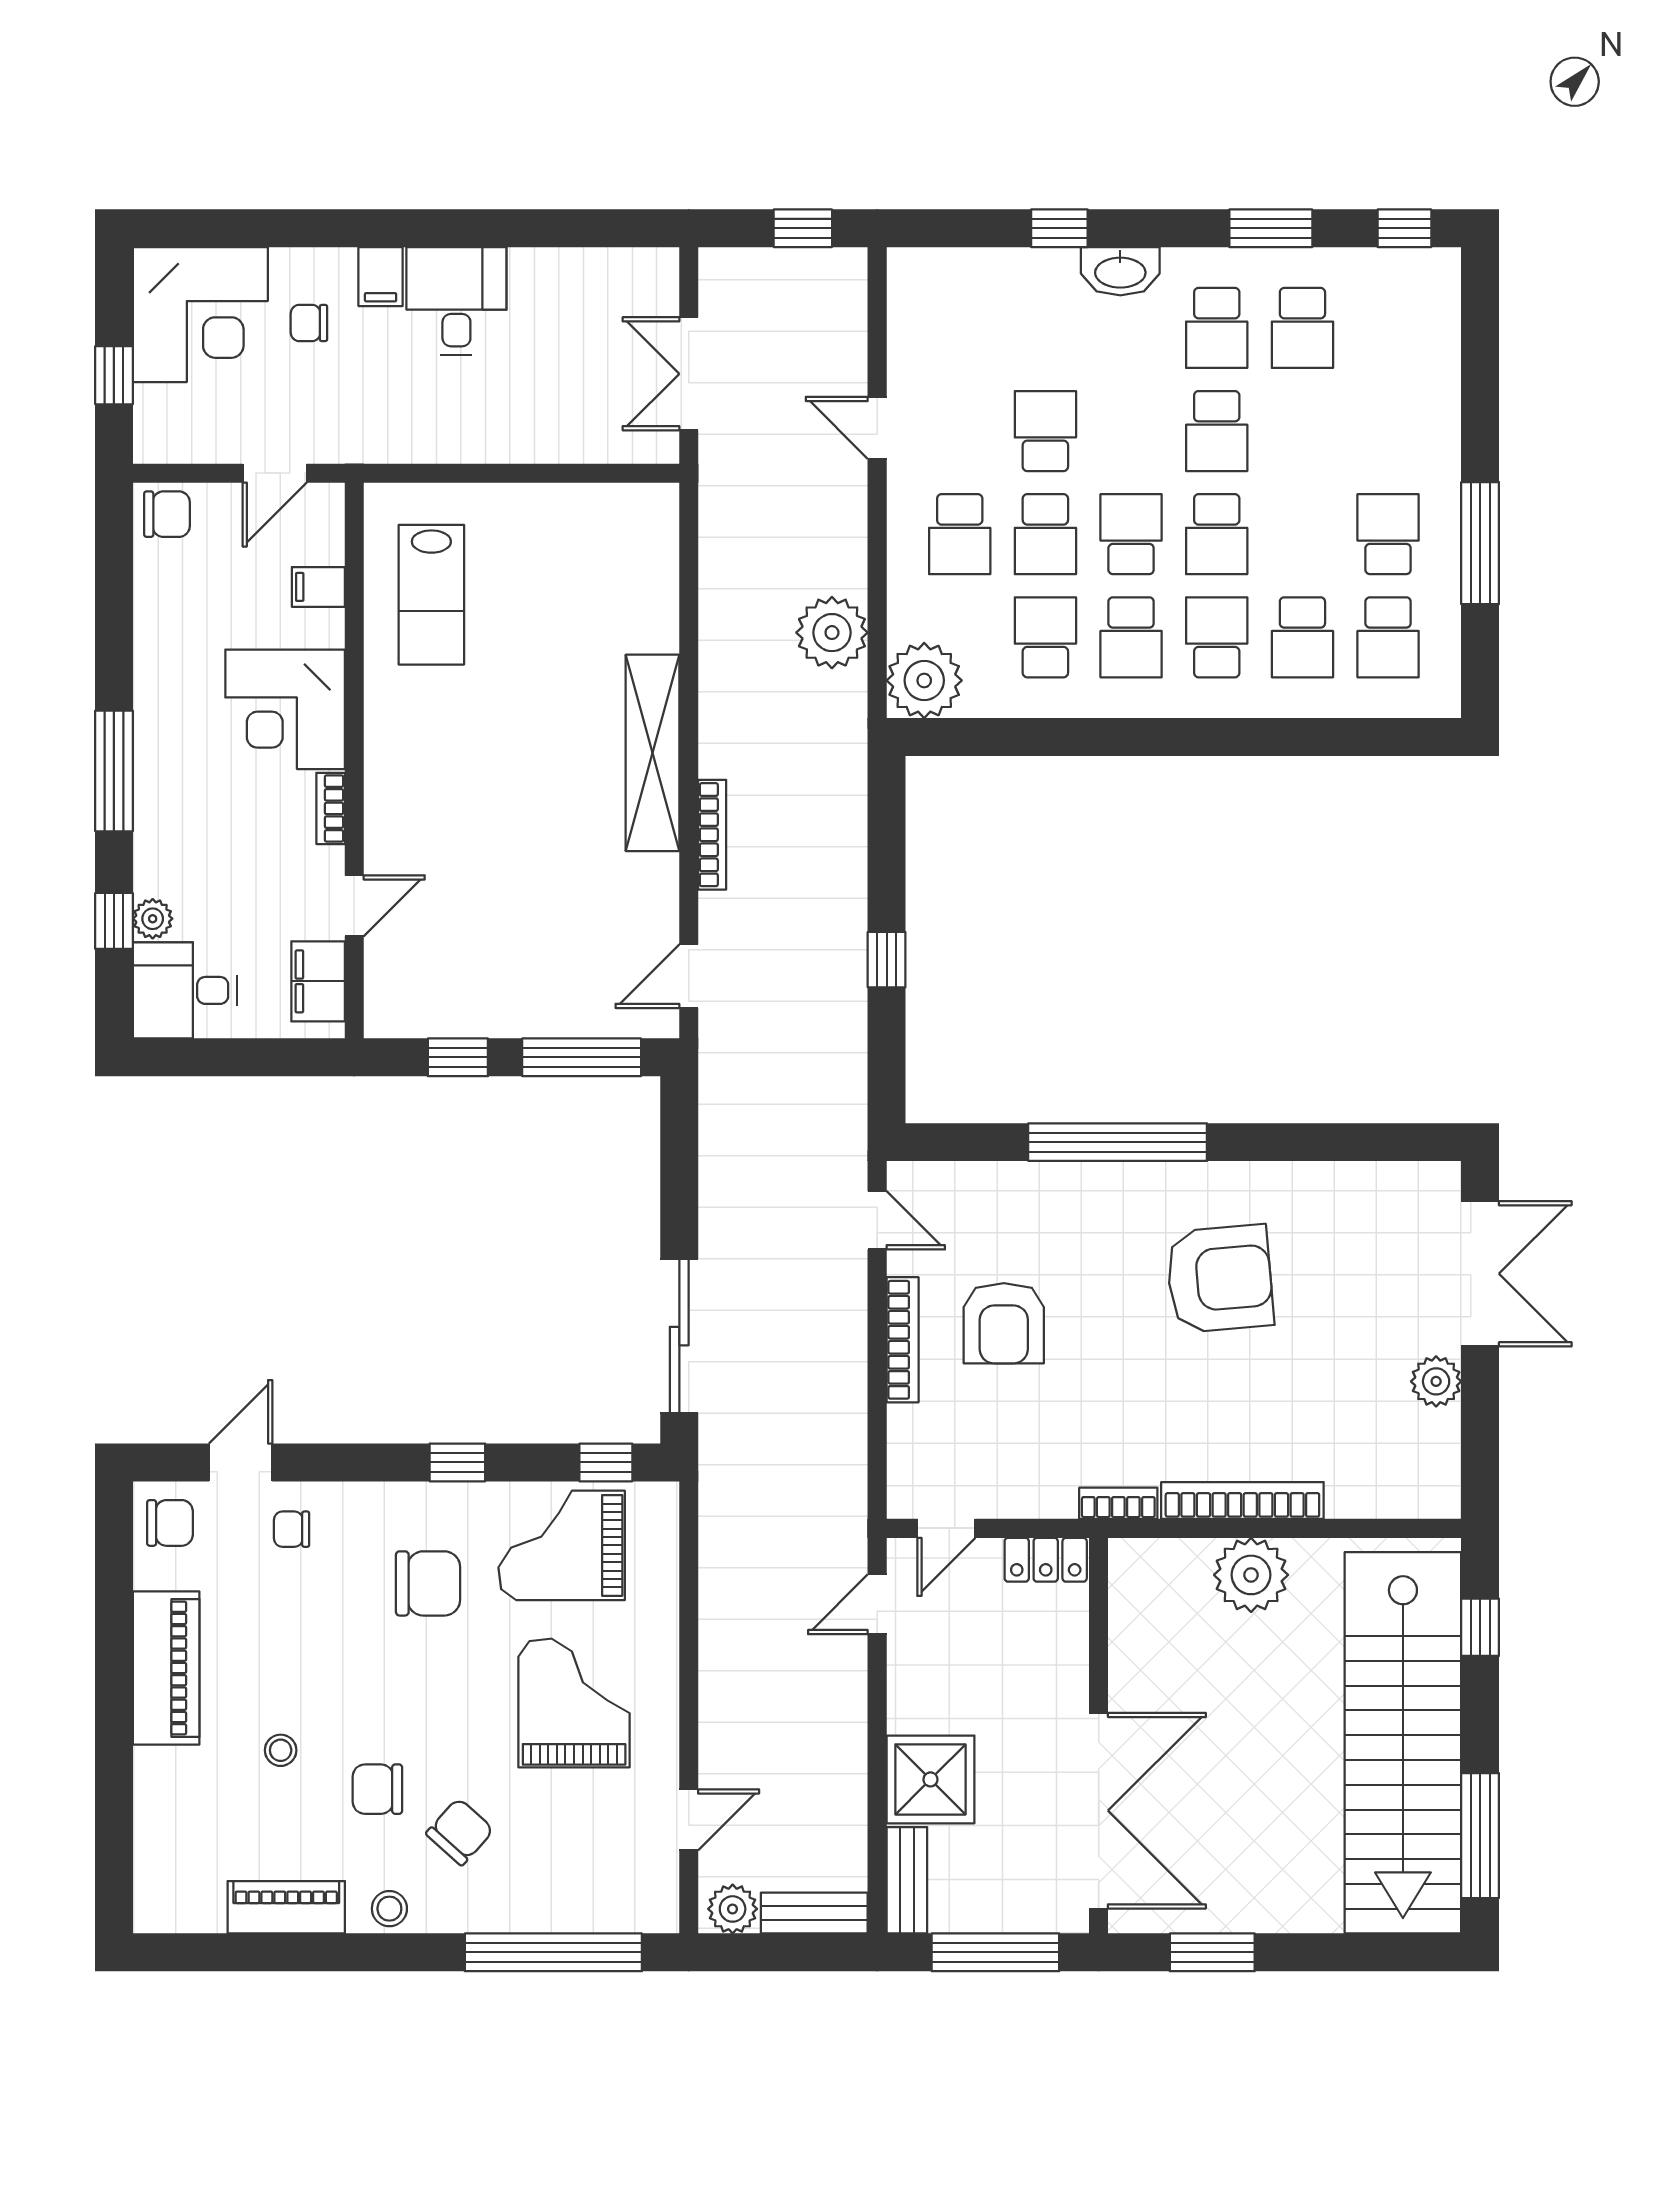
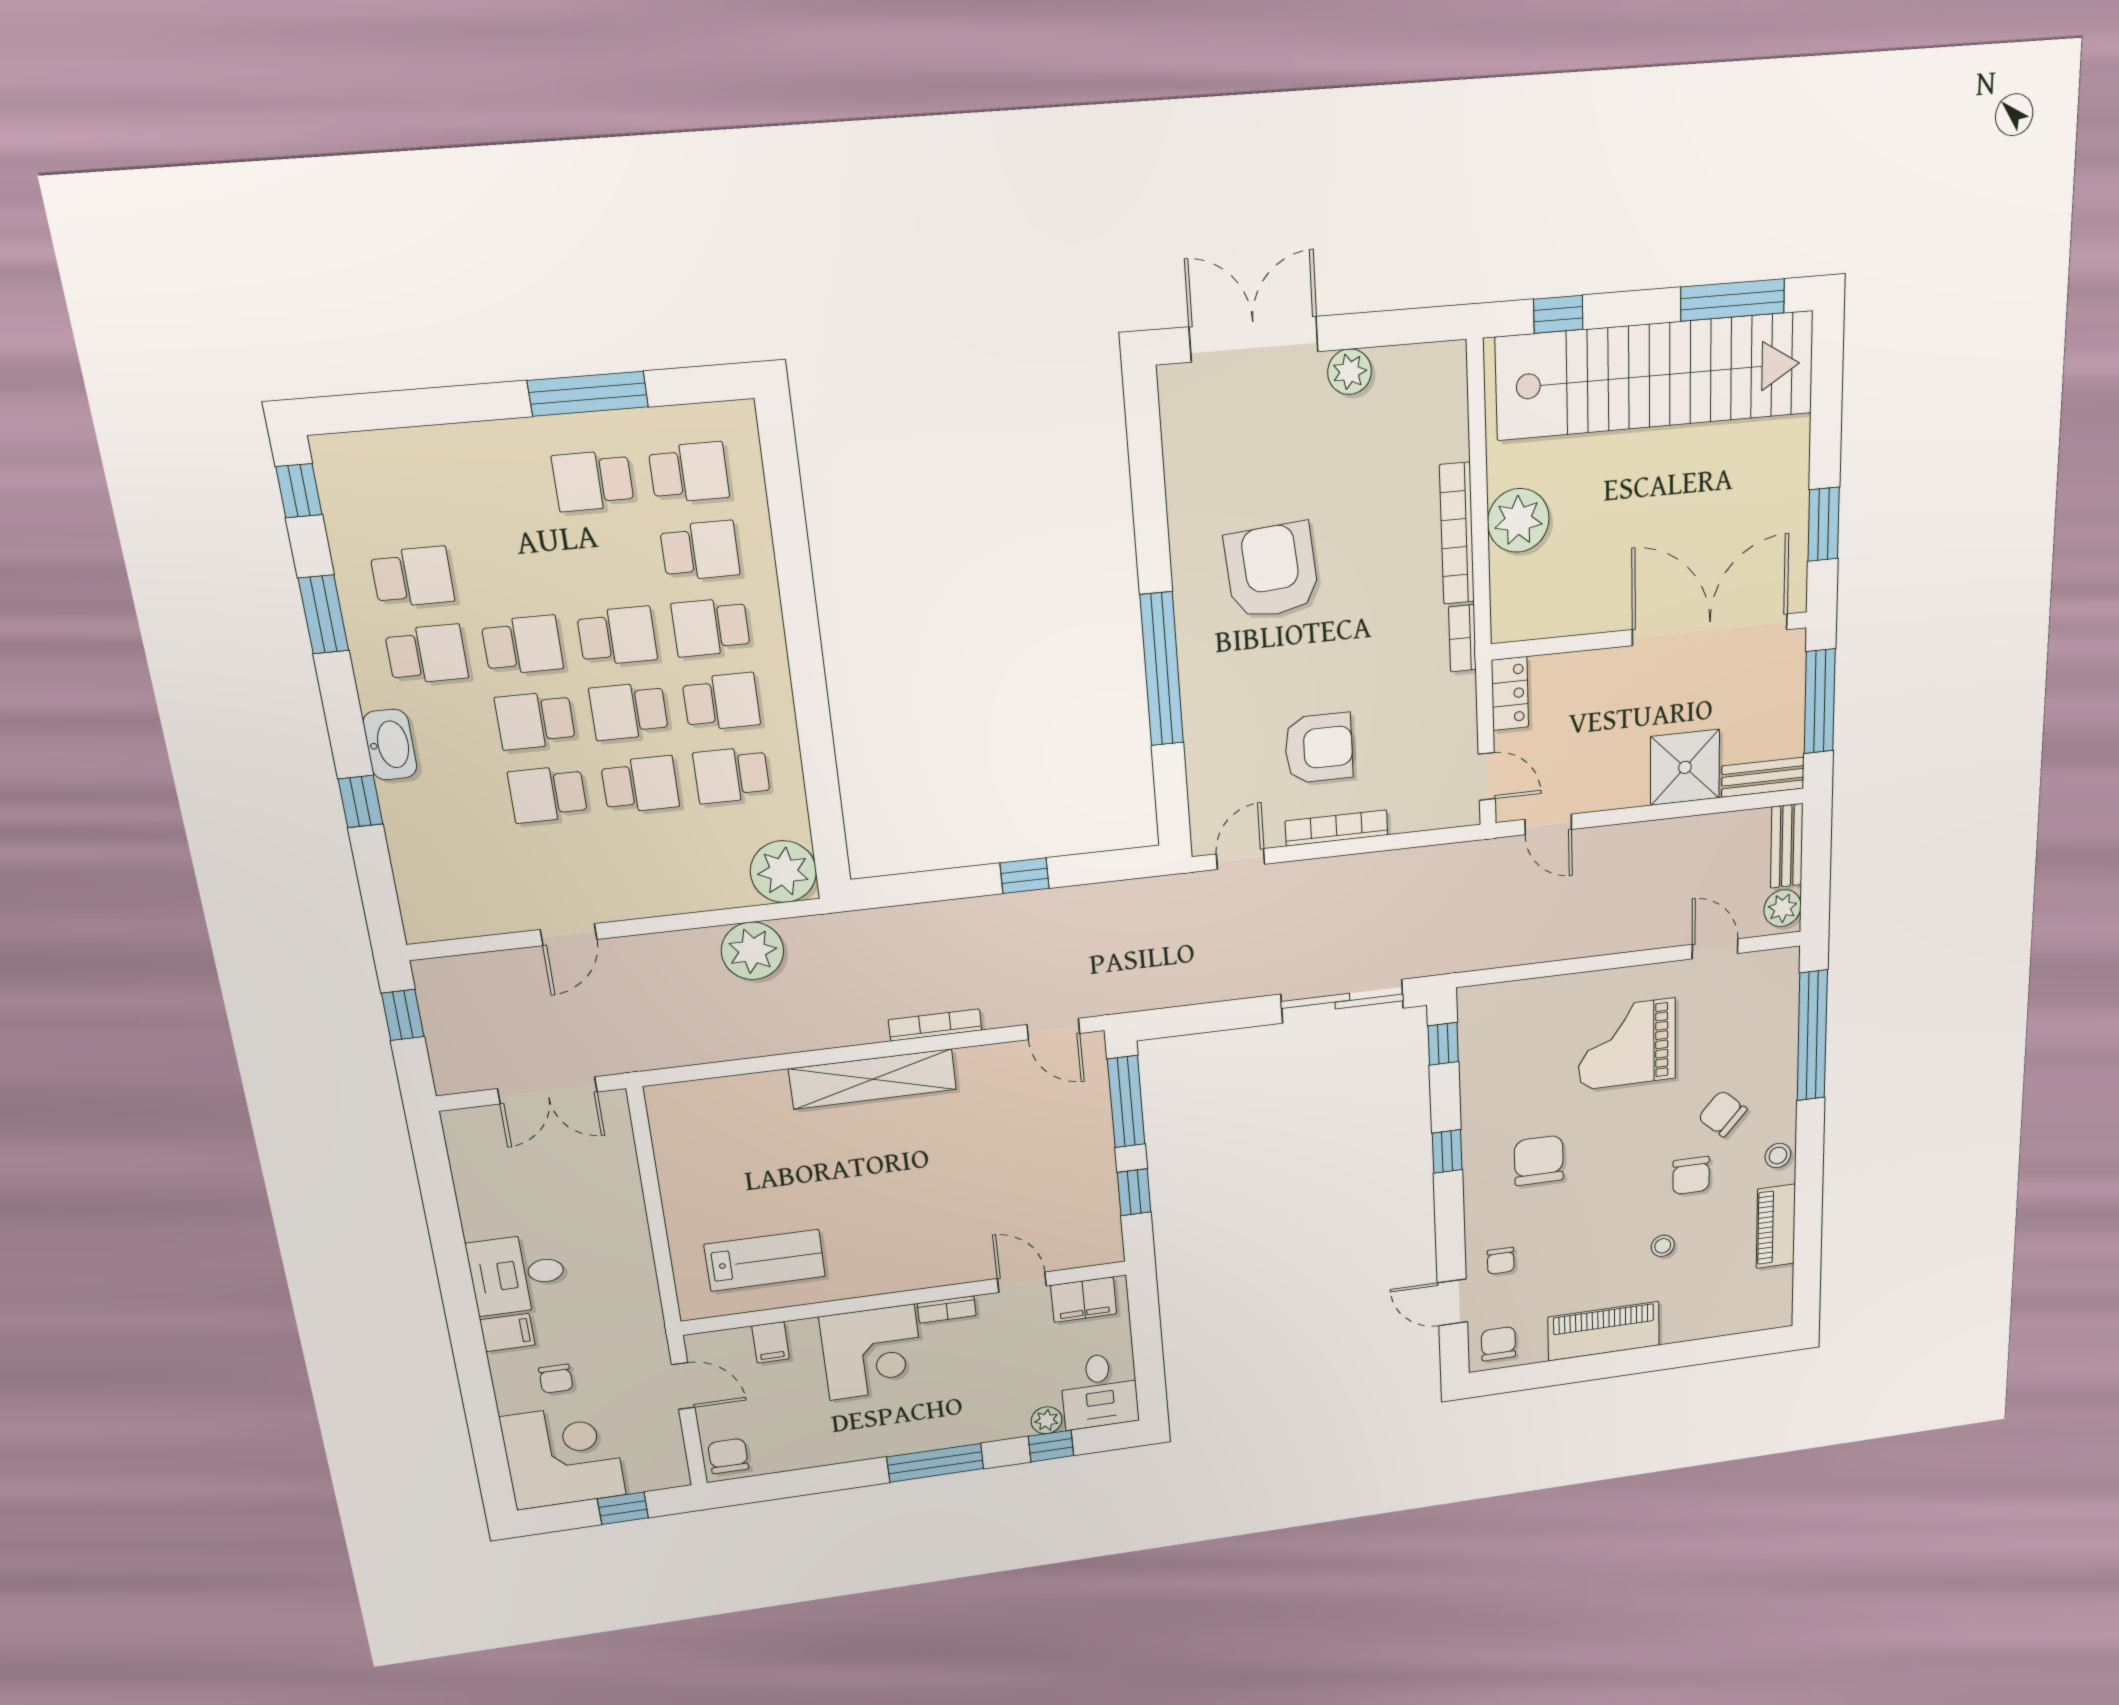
school desk: (960, 534) -> (535, 720), moved, turned 180
grand piano: (562, 1545) -> (1508, 1068), removed

